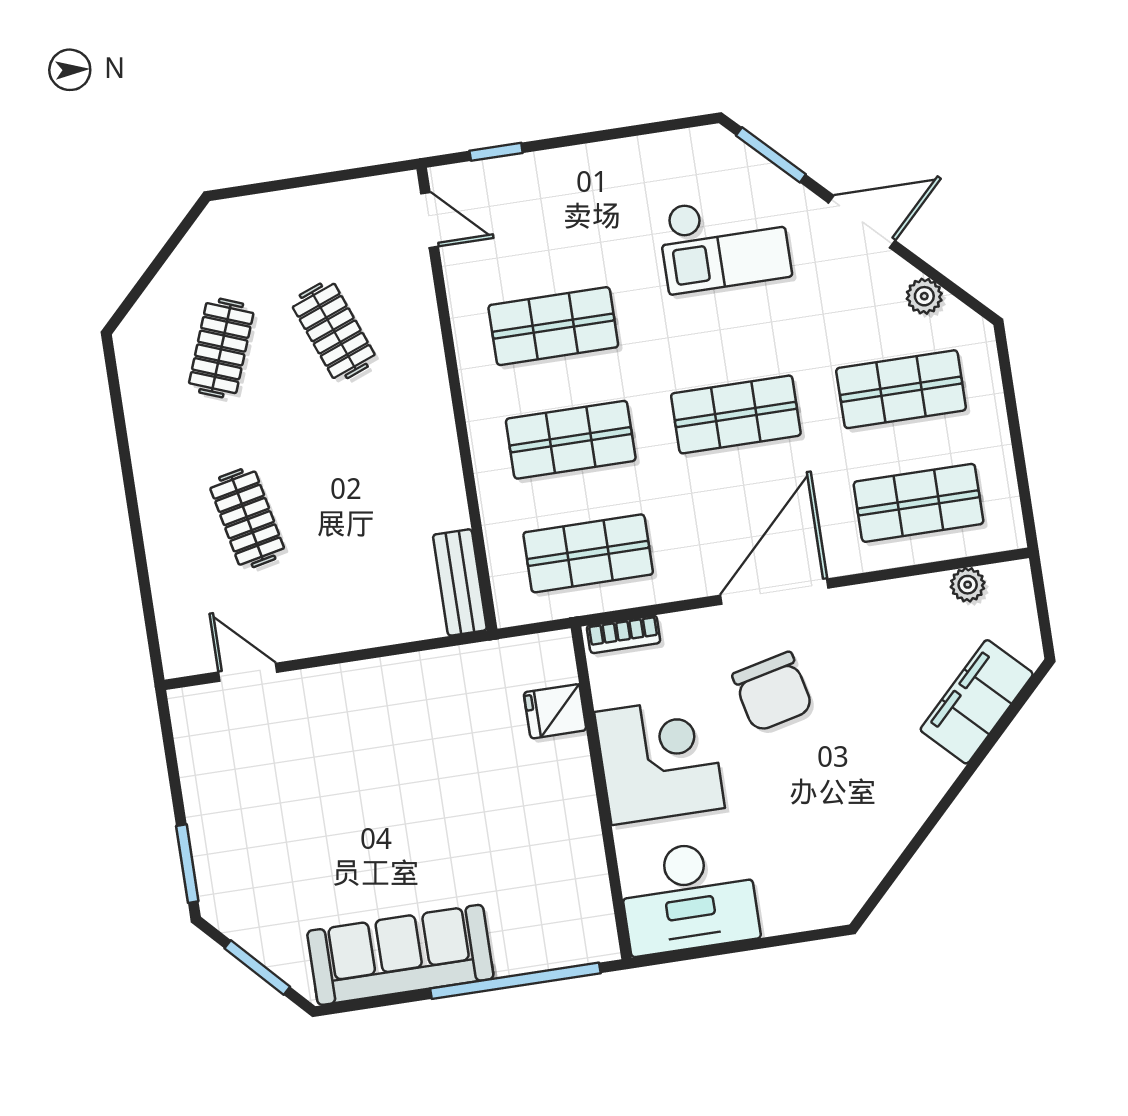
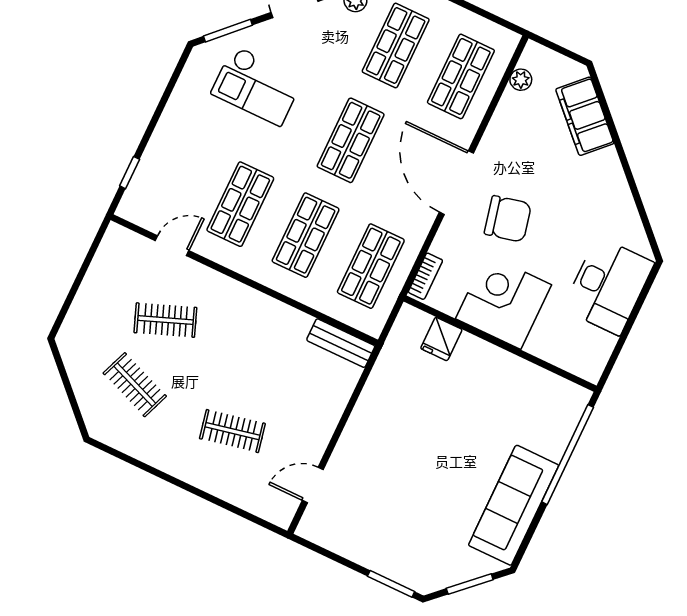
door: (430, 220) -> (172, 246), moved
checkout: (724, 243) -> (257, 86), turned 90
desk: (689, 897) -> (608, 286), moved

